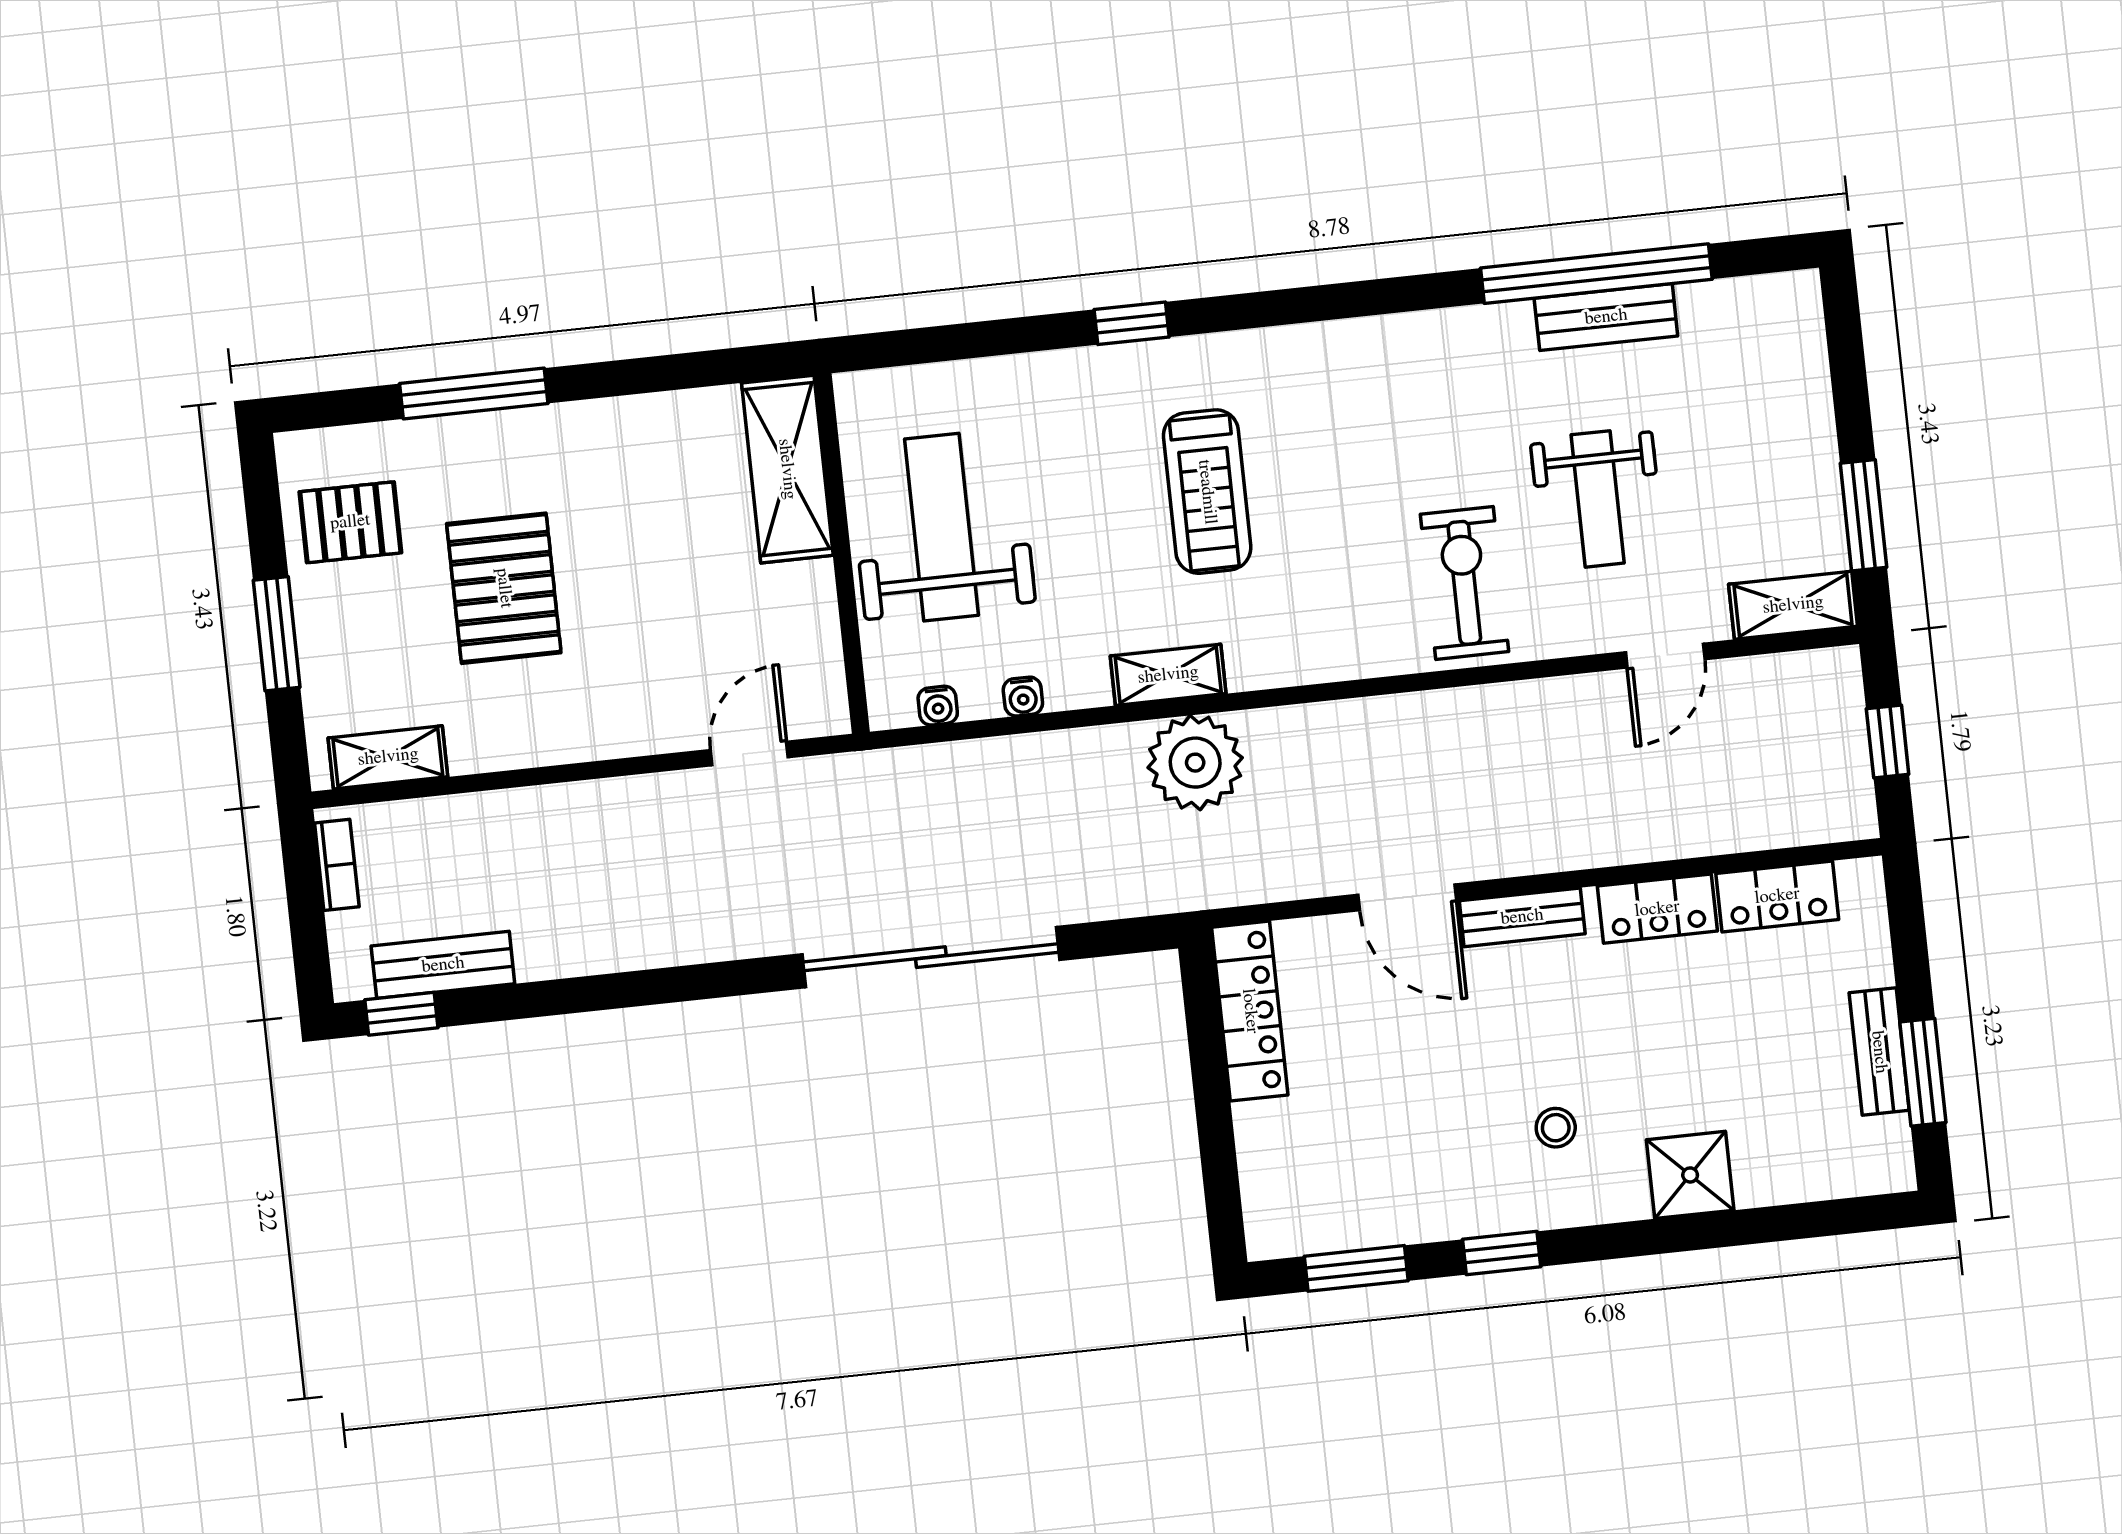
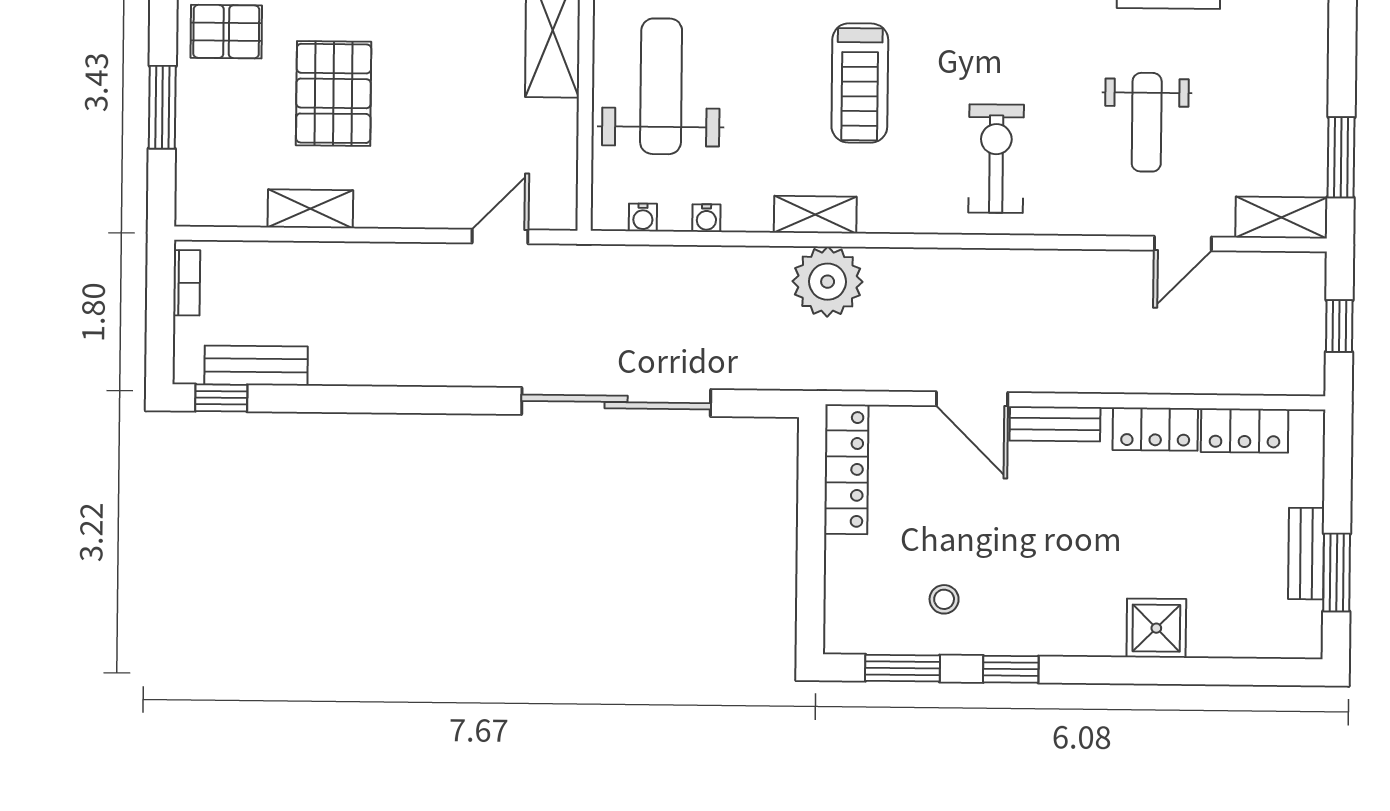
exercise bike: (1464, 583) -> (996, 159), moved
shelving: (388, 757) -> (310, 209), moved
stool: (1556, 1128) -> (944, 599), moved

